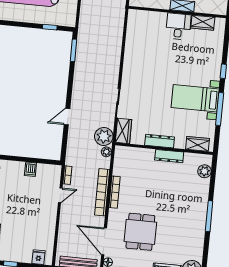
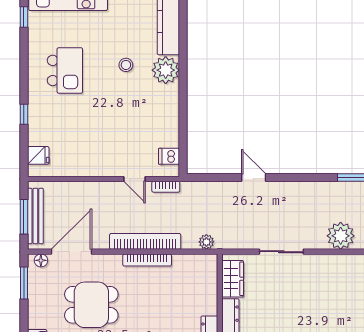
wardrobe: (123, 131) -> (233, 279), moved, turned -90
plant: (104, 136) -> (341, 236), moved
dishwasher: (30, 169) -> (169, 156), moved

